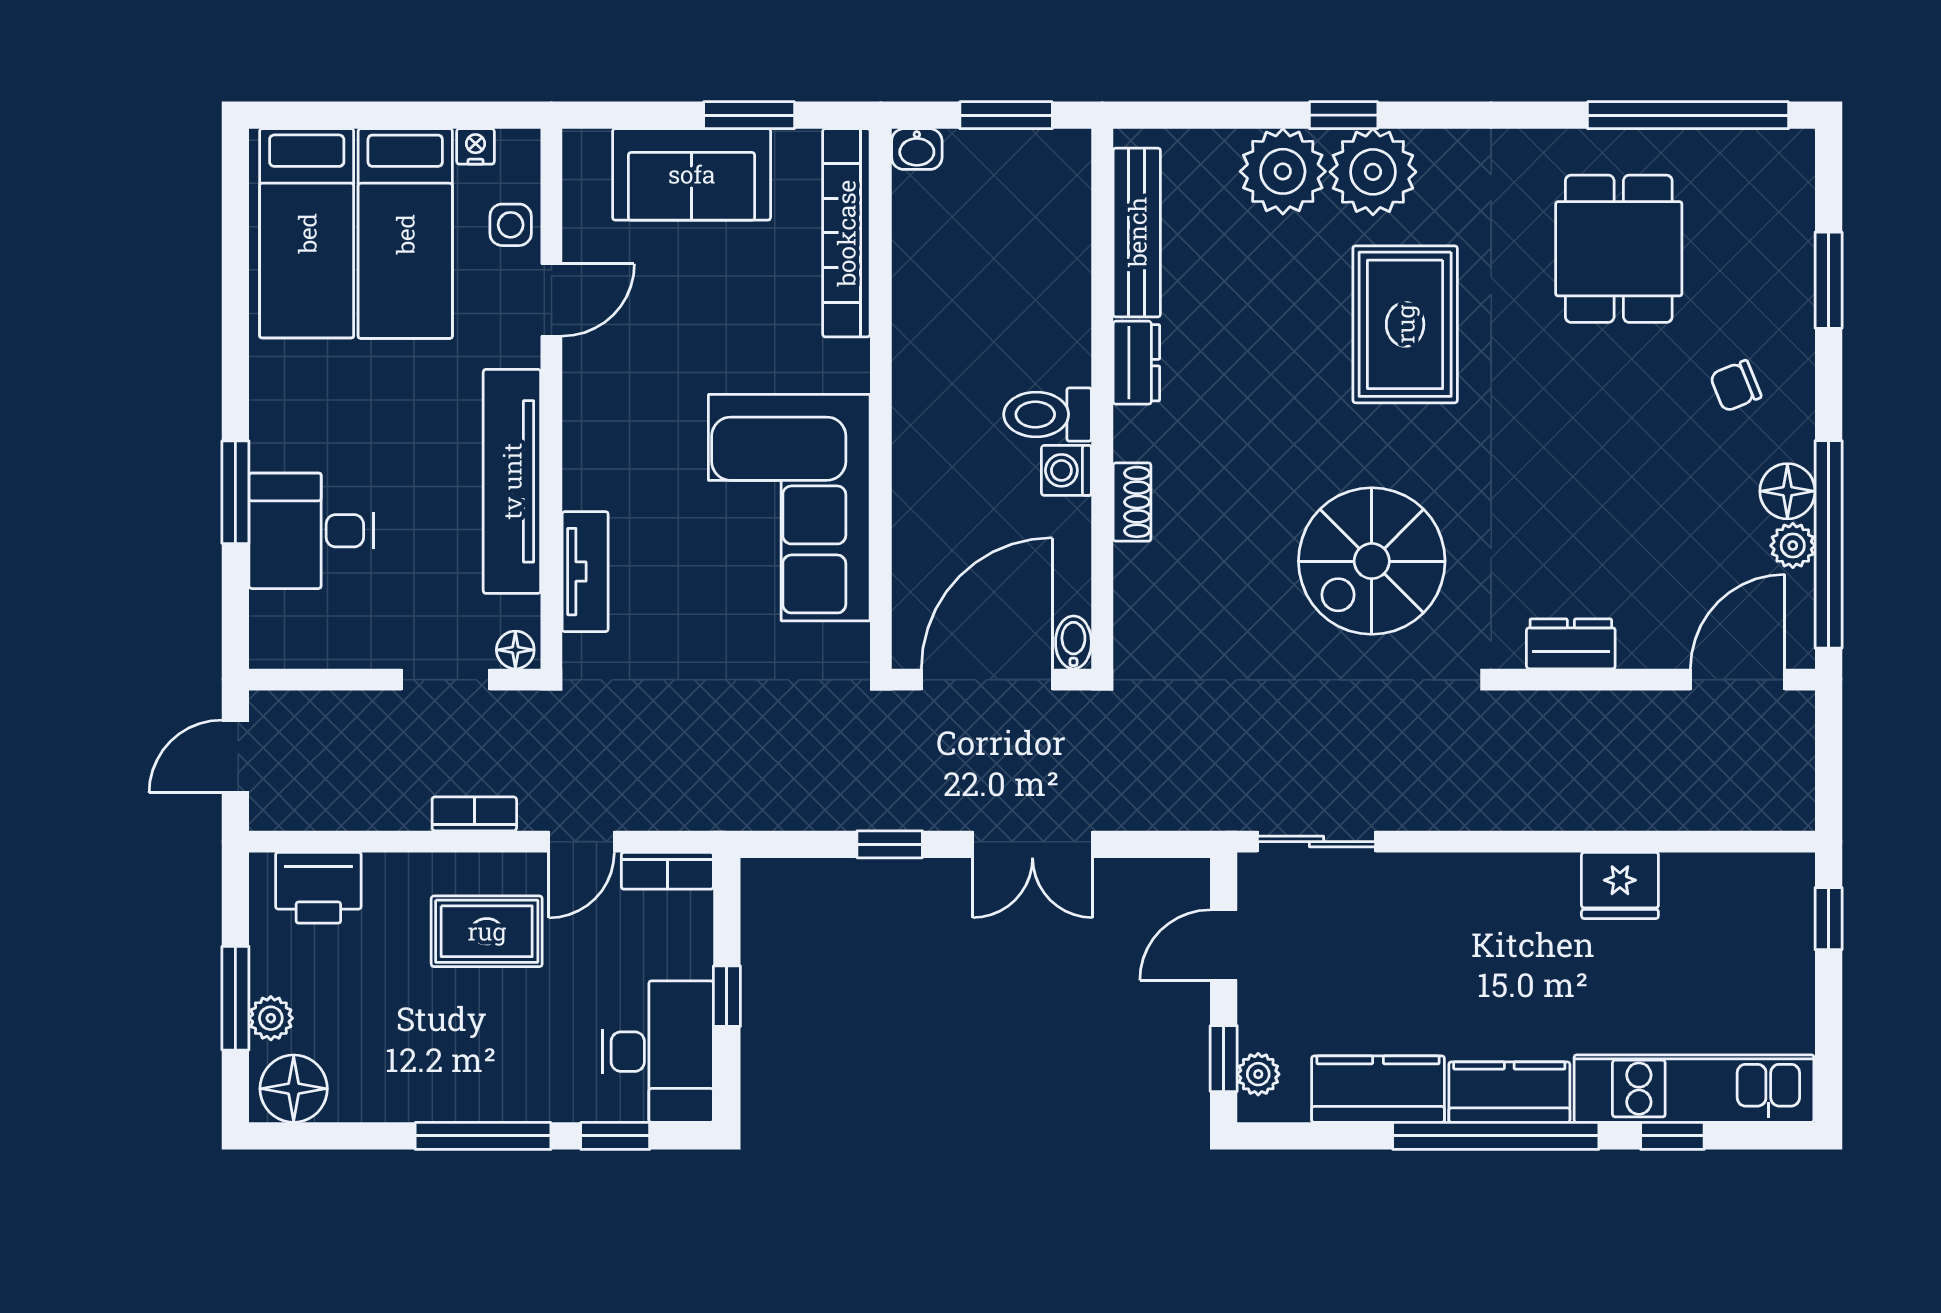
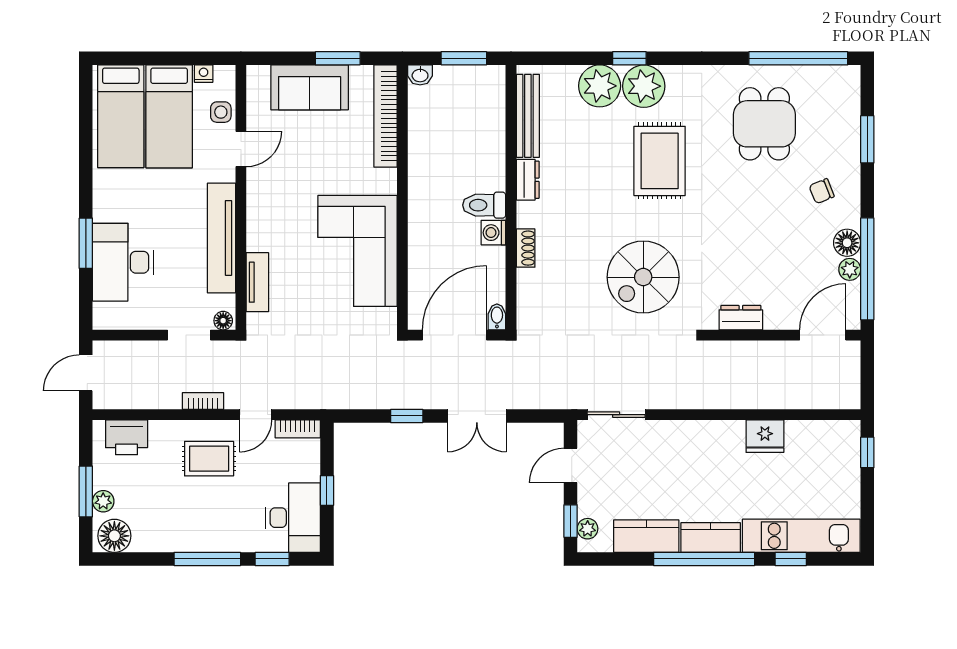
desk: (311, 531) -> (123, 262), width x1.37

